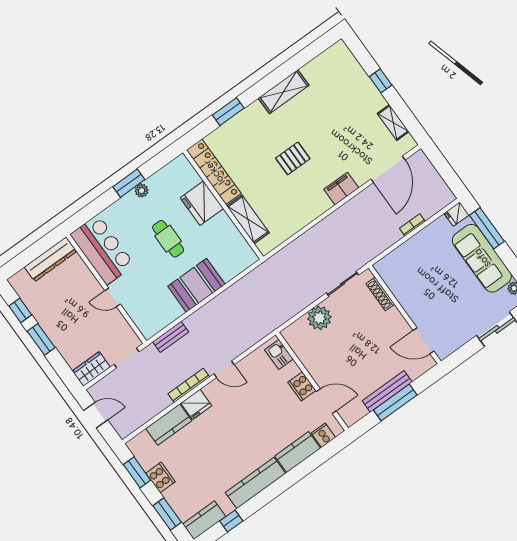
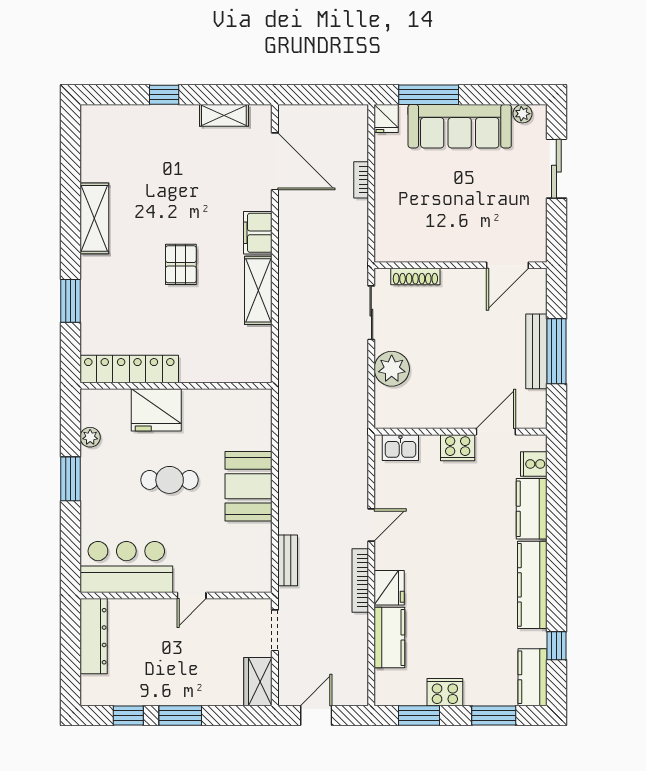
plant: (142, 191) -> (90, 437), moved
shelving: (248, 219) -> (258, 290), moved, turned 90

